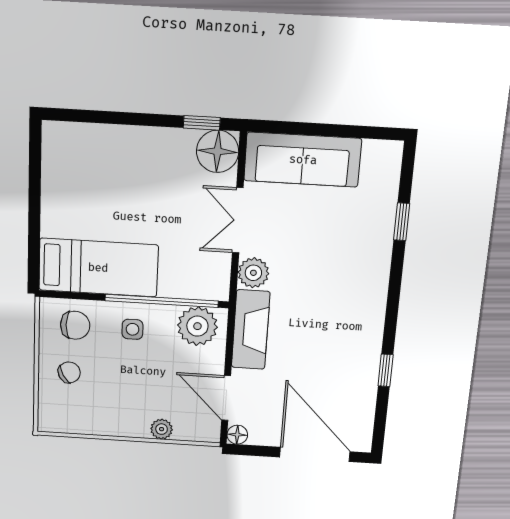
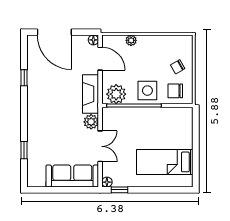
floor lamp: (218, 151) -> (107, 182), width x0.53, depth x0.53
bed: (98, 268) -> (165, 162), moved
side table: (132, 329) -> (147, 91), width x1.87, depth x1.87

